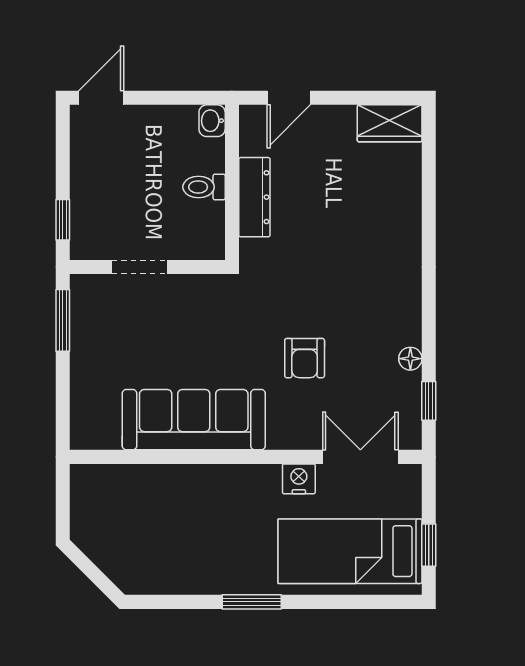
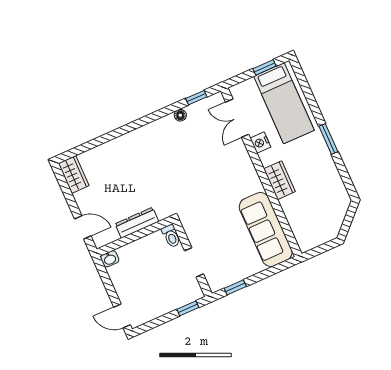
toilet: (204, 187) -> (171, 236), moved
window: (63, 320) -> (235, 287), width x0.67
armchair: (305, 358) -> (202, 165), removed
sofa: (194, 420) -> (266, 229), moved
wardrobe: (217, 483) -> (280, 180), added

